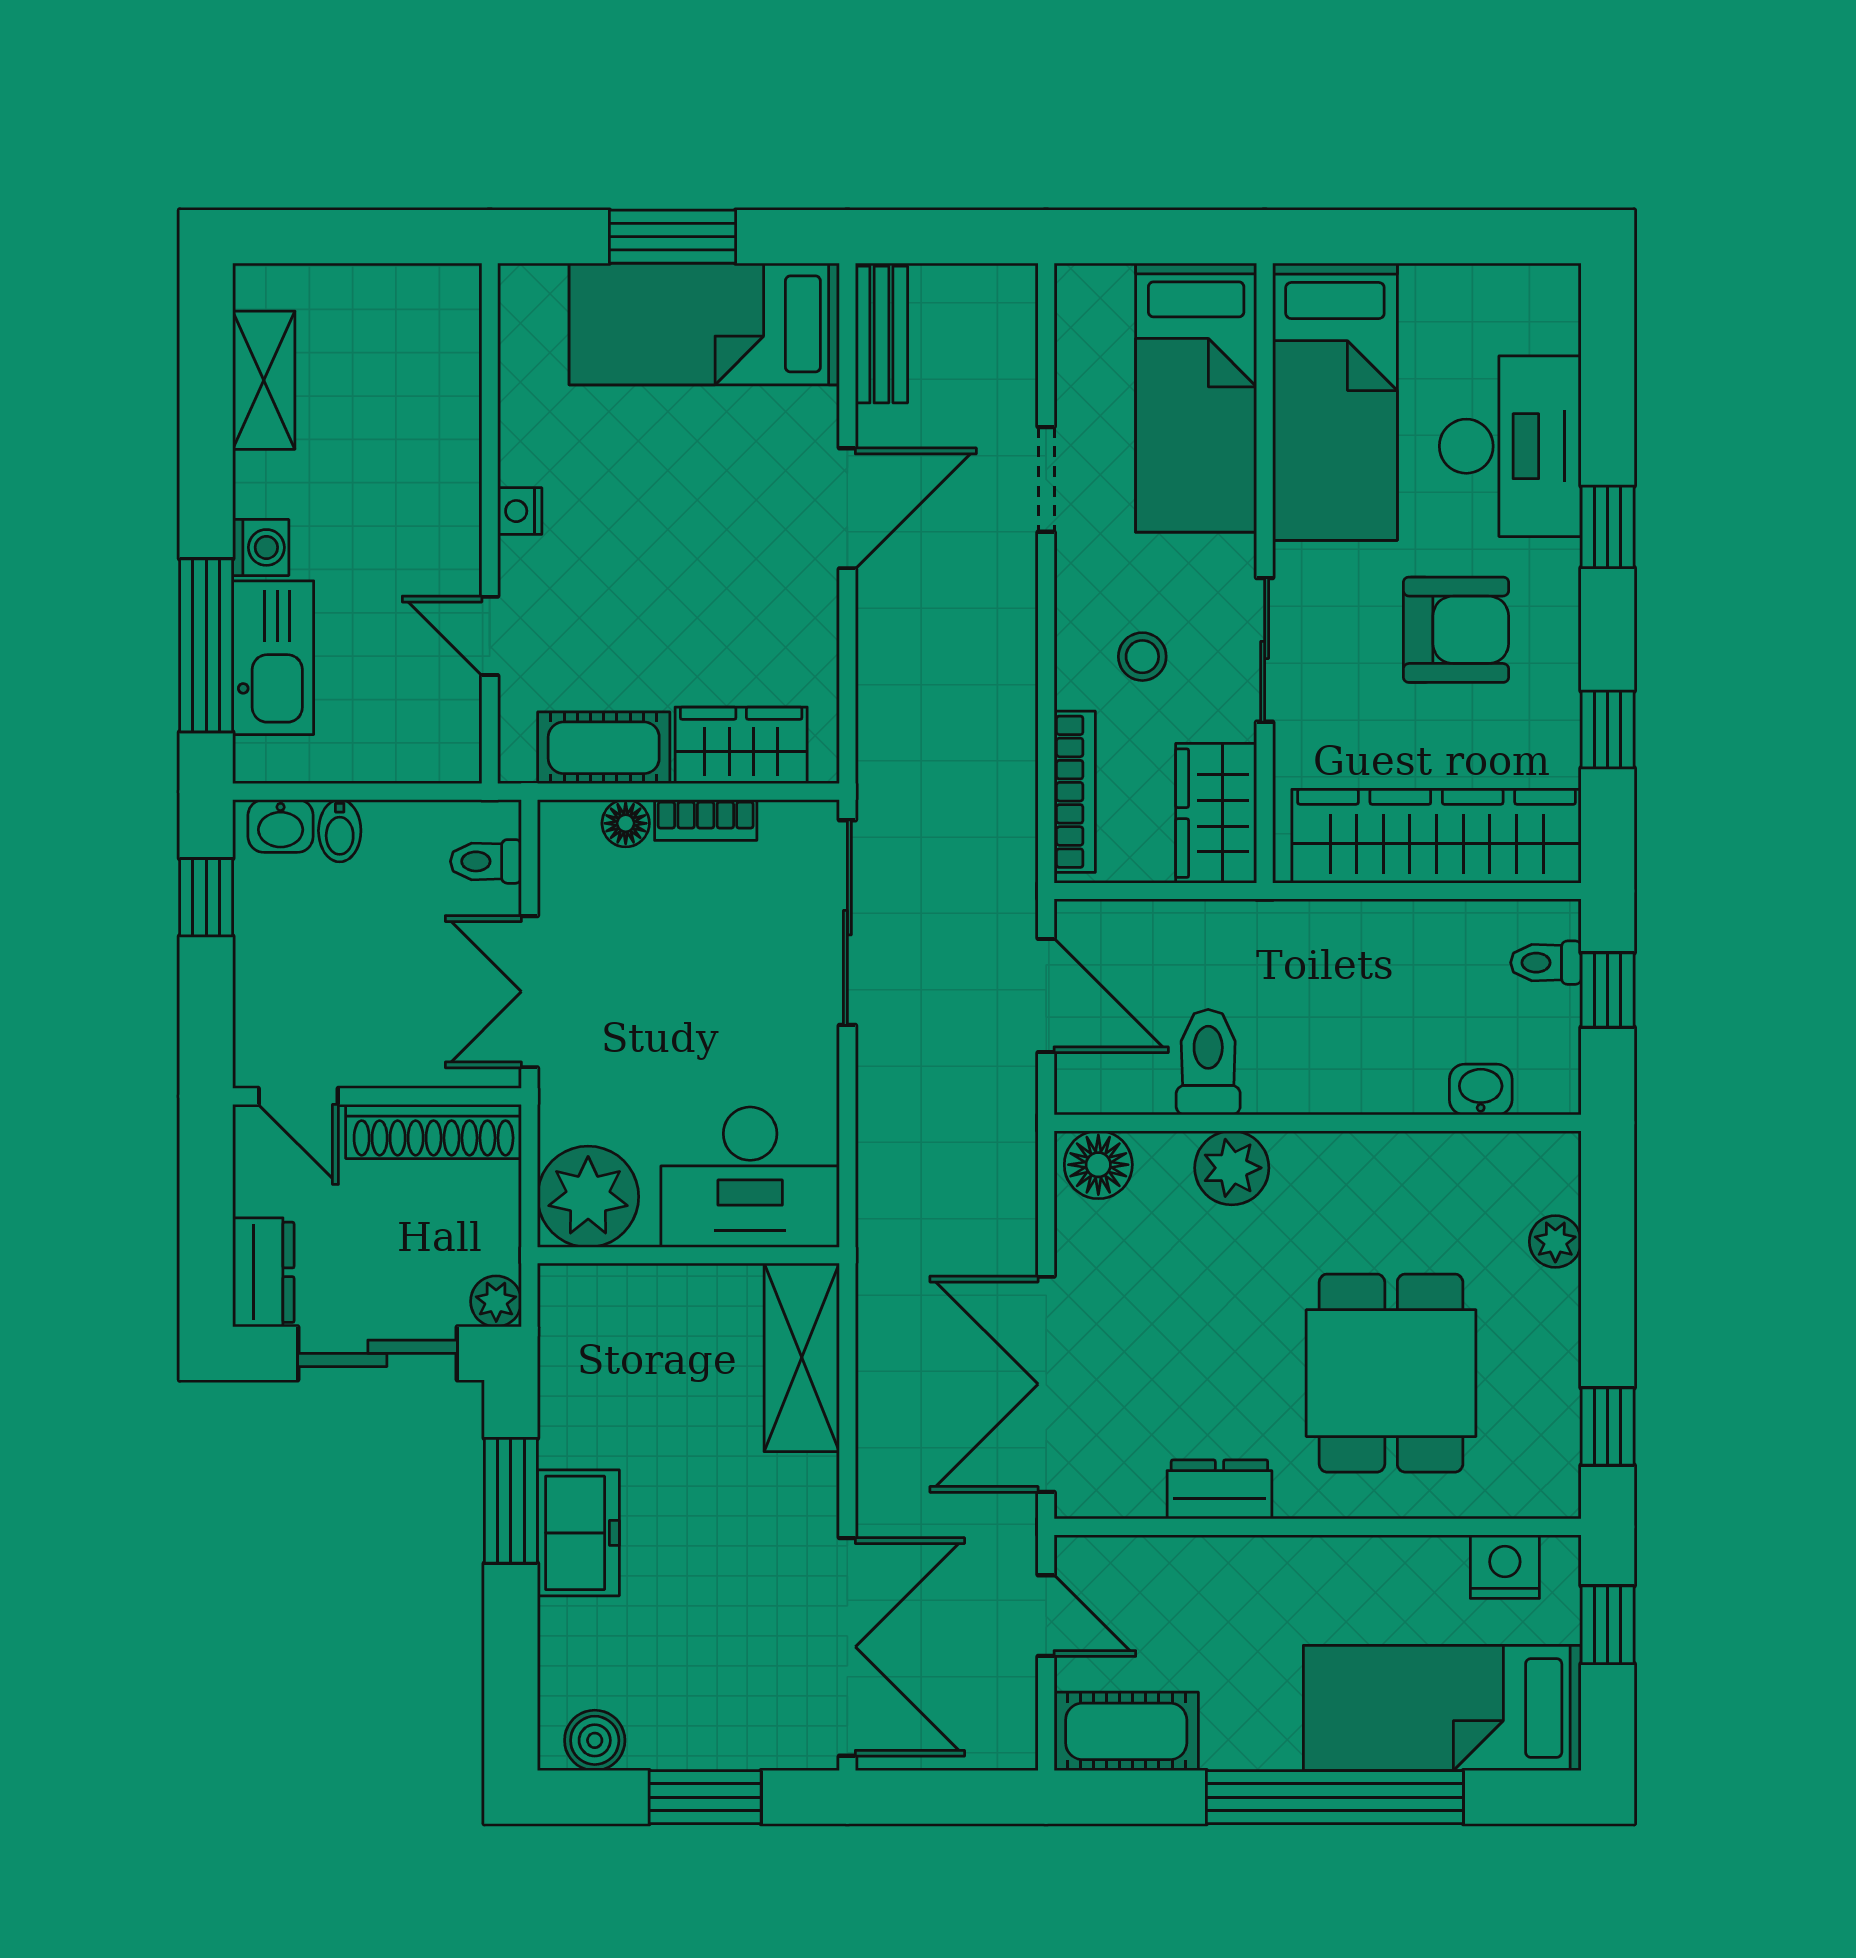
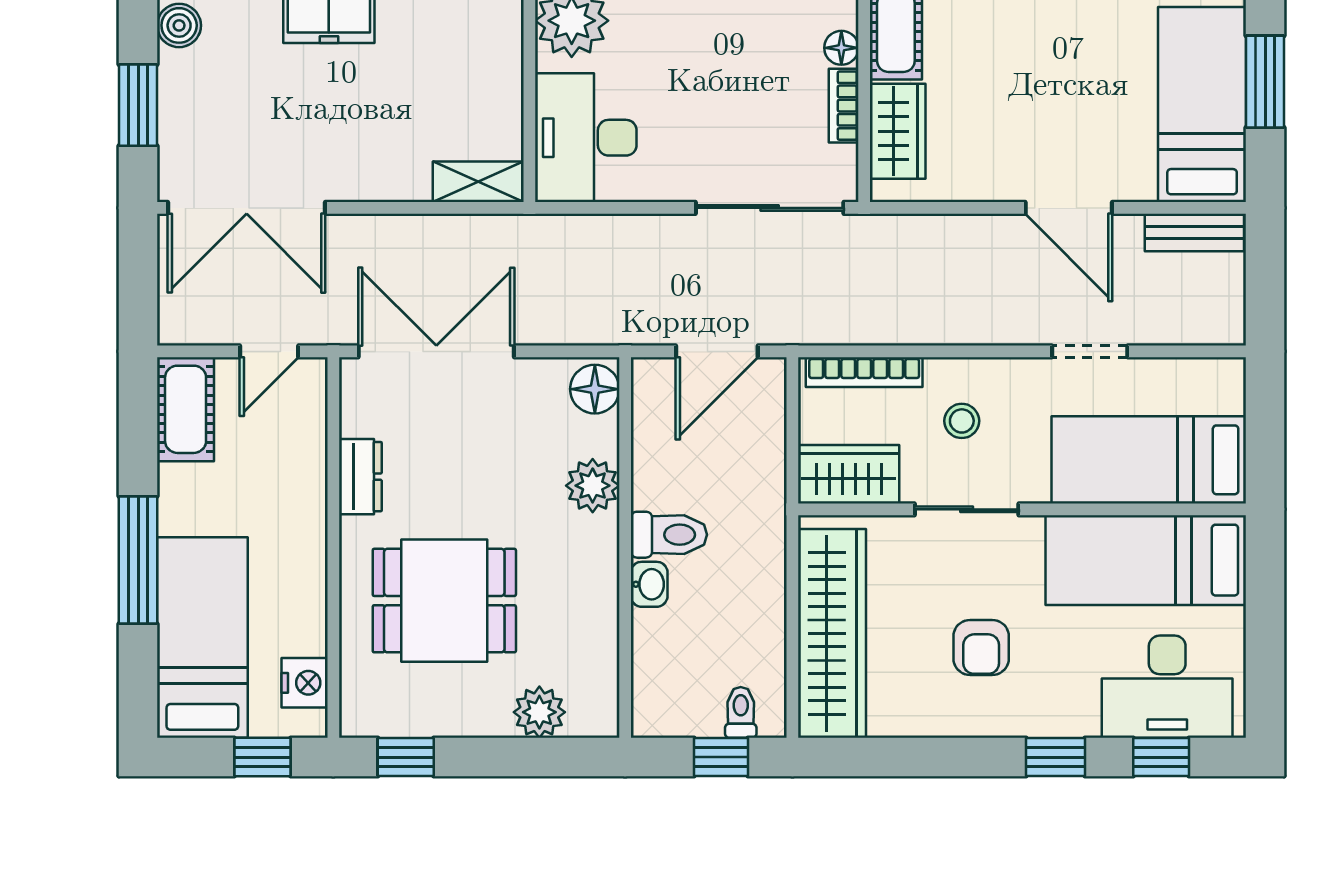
desk: (1510, 446) -> (1167, 687), moved
armchair: (1456, 630) -> (981, 647), width x0.72, depth x0.72
window: (1608, 729) -> (1161, 757), moved
toilet: (1208, 1062) -> (669, 535), moved
washbasin: (1481, 1090) -> (649, 584), moved
plant: (1555, 1242) -> (539, 712), width x1.38, depth x1.38
shelving: (802, 1357) -> (478, 182), width x0.67, depth x0.75
window: (1335, 1797) -> (138, 560), width x0.68

